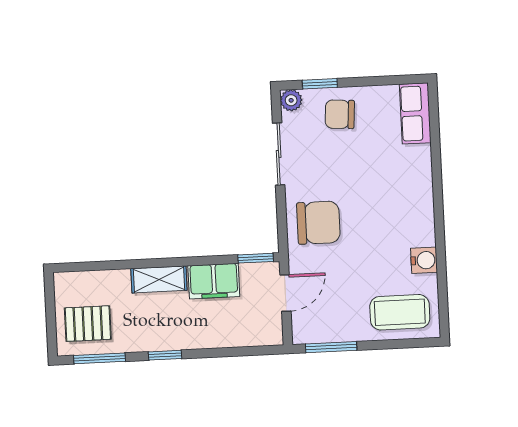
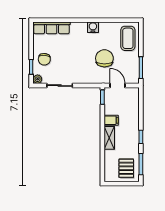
row of seats: (415, 113) -> (52, 28), width x1.48
chair: (318, 223) -> (104, 58), moved
water cooler: (424, 260) -> (93, 27), moved
filing cabinet: (214, 281) -> (111, 120), width x0.50

